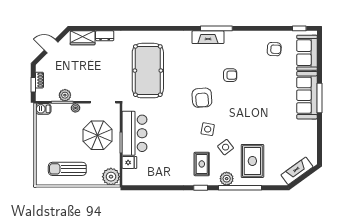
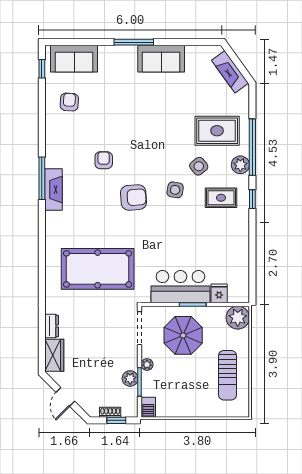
sofa: (307, 95) -> (161, 59), moved, width x0.73

